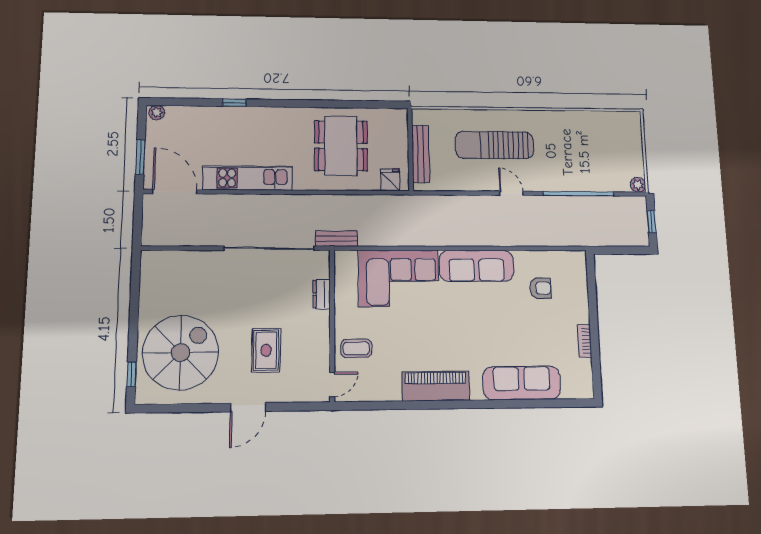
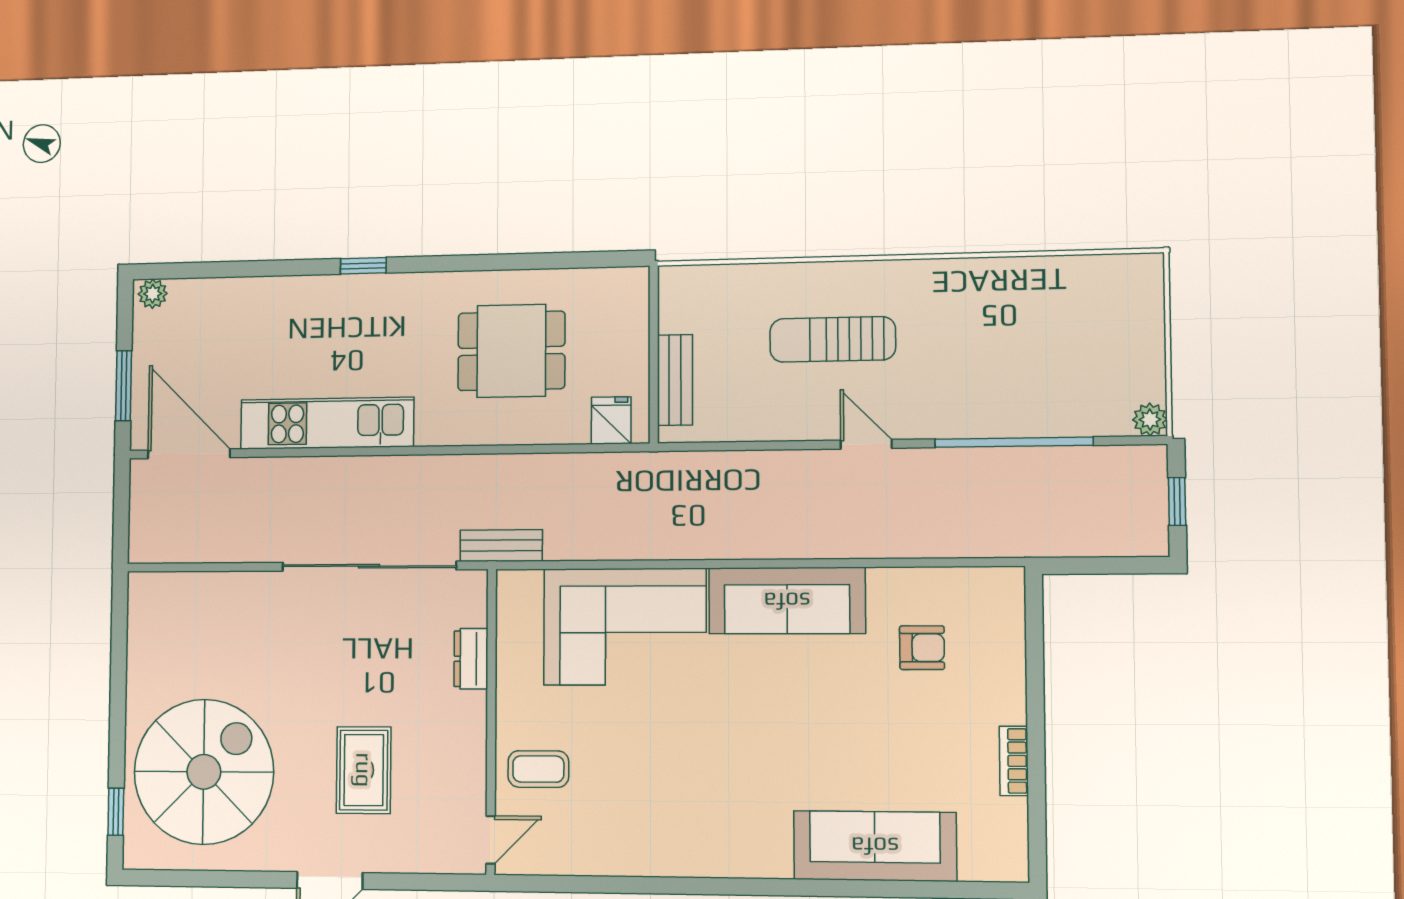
window: (234, 103) -> (363, 266), moved
sun lounger: (494, 145) -> (833, 339), width x0.73, depth x0.75
dining table: (341, 146) -> (511, 351), width x0.73
bench: (421, 154) -> (675, 380), width x0.73
piano: (436, 386) -> (696, 848), removed

